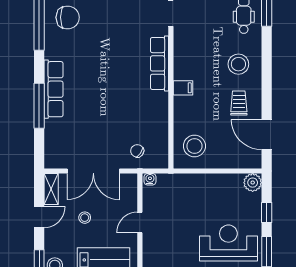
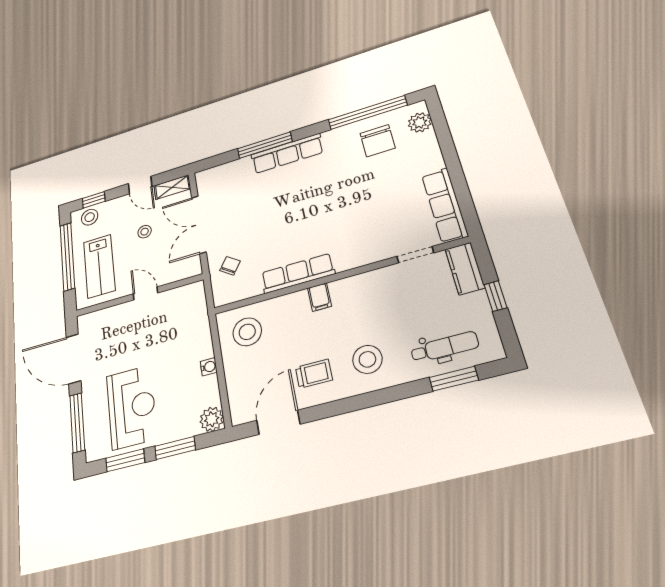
row of seats: (160, 63) -> (298, 273), moved
water cooler: (150, 179) -> (209, 367), moved
window: (267, 213) -> (175, 448), width x1.50

